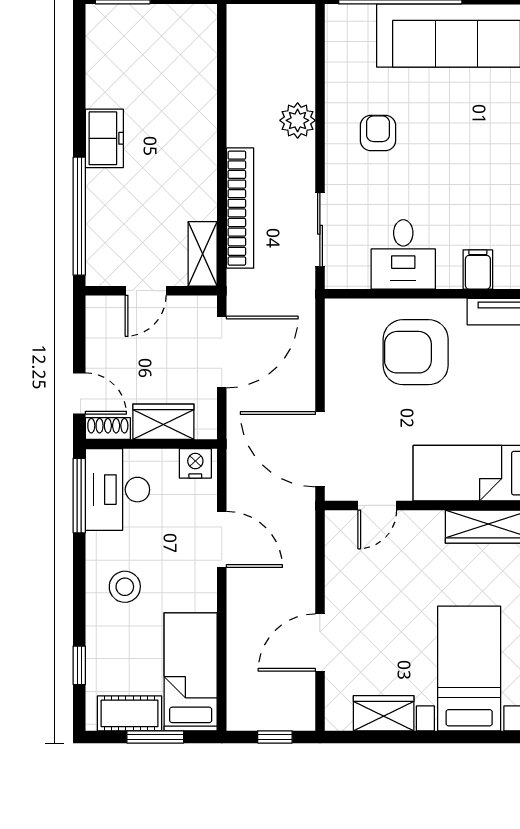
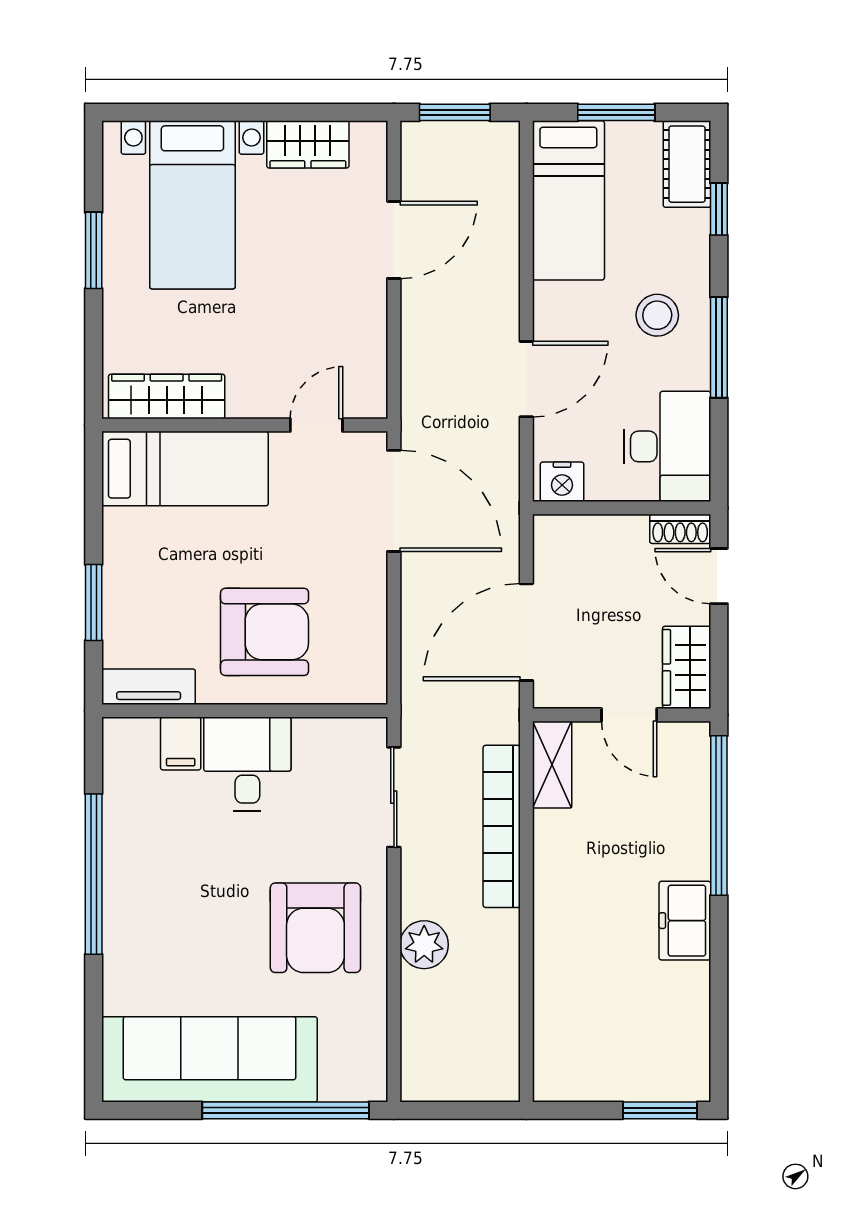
armchair: (378, 133) -> (315, 928), width x1.88, depth x1.88
desk: (403, 254) -> (247, 764), moved
door: (146, 291) -> (629, 715), swing flipped
wardrobe: (163, 422) -> (687, 667), moved, turned 90
window: (79, 496) -> (719, 347), moved
door: (222, 539) -> (526, 379), swing flipped
cot: (129, 713) -> (687, 164), moved, turned 90
window: (275, 737) -> (455, 112), width x1.50

